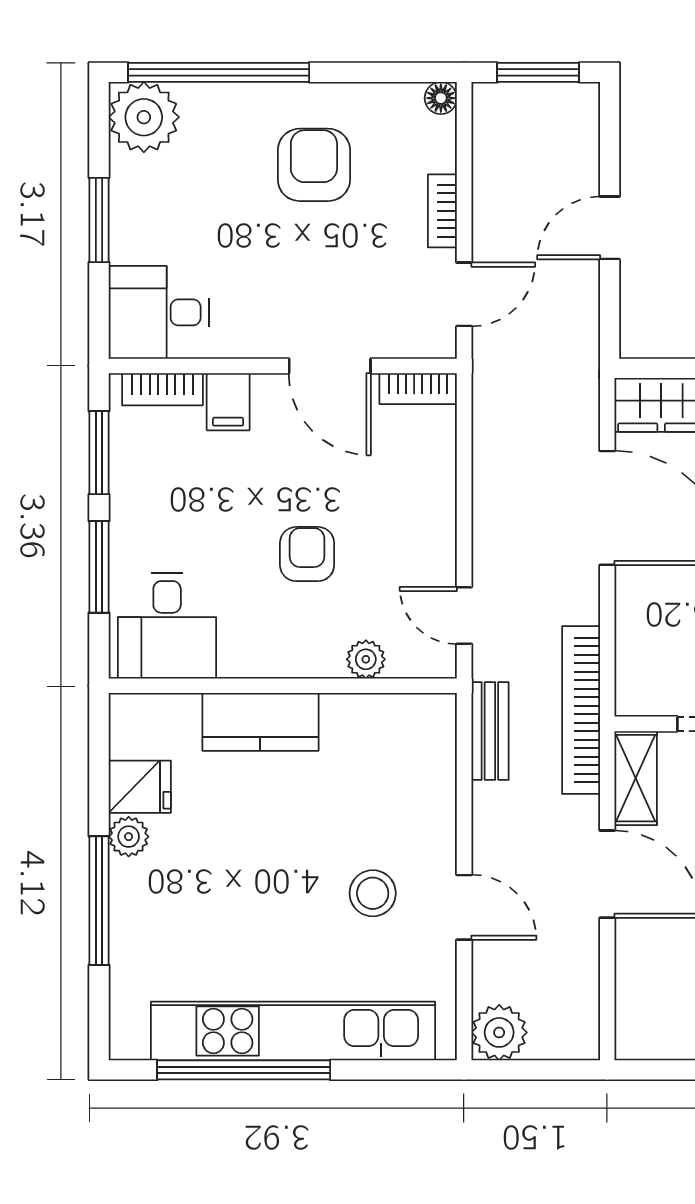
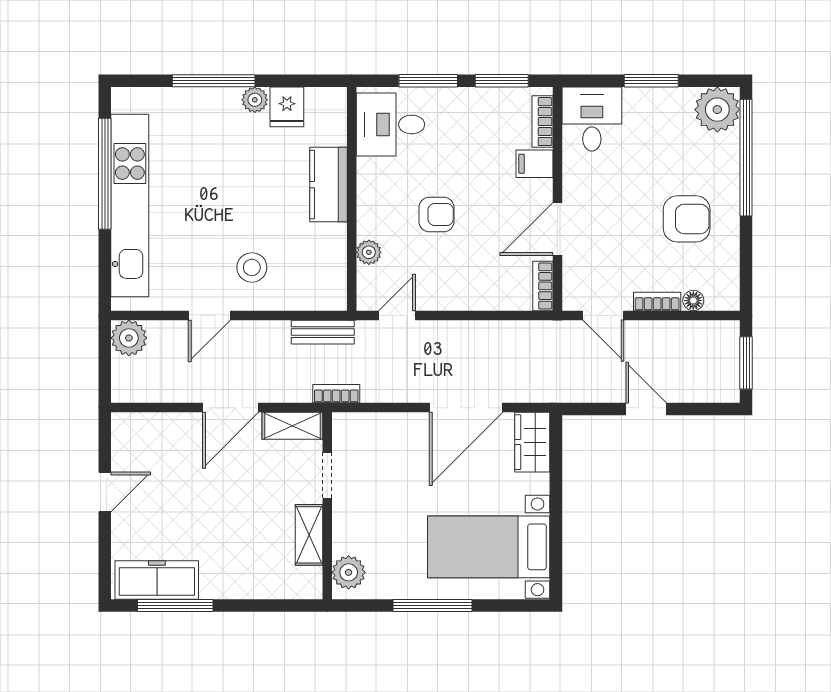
floor lamp: (441, 98) -> (693, 301), moved
bookcase: (581, 710) -> (336, 394), width x0.43, depth x0.76
stool: (373, 893) -> (252, 267), moved

